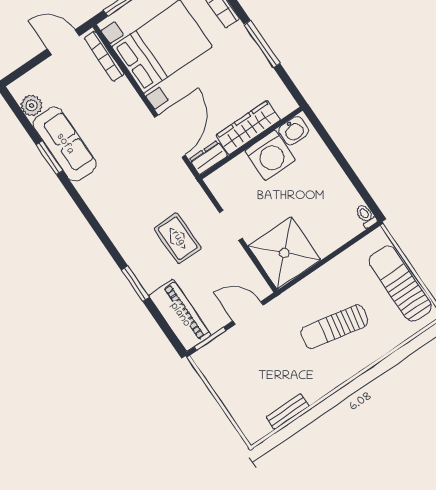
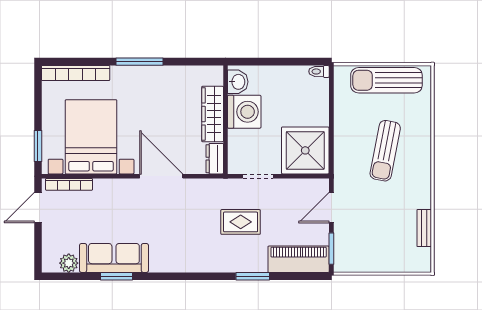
wardrobe: (248, 128) -> (213, 114), moved
washbasin: (294, 131) -> (238, 82), moved
wall: (251, 143) -> (225, 120), moved
washing machine: (270, 155) -> (244, 112), moved
dresser: (208, 158) -> (215, 159), moved

